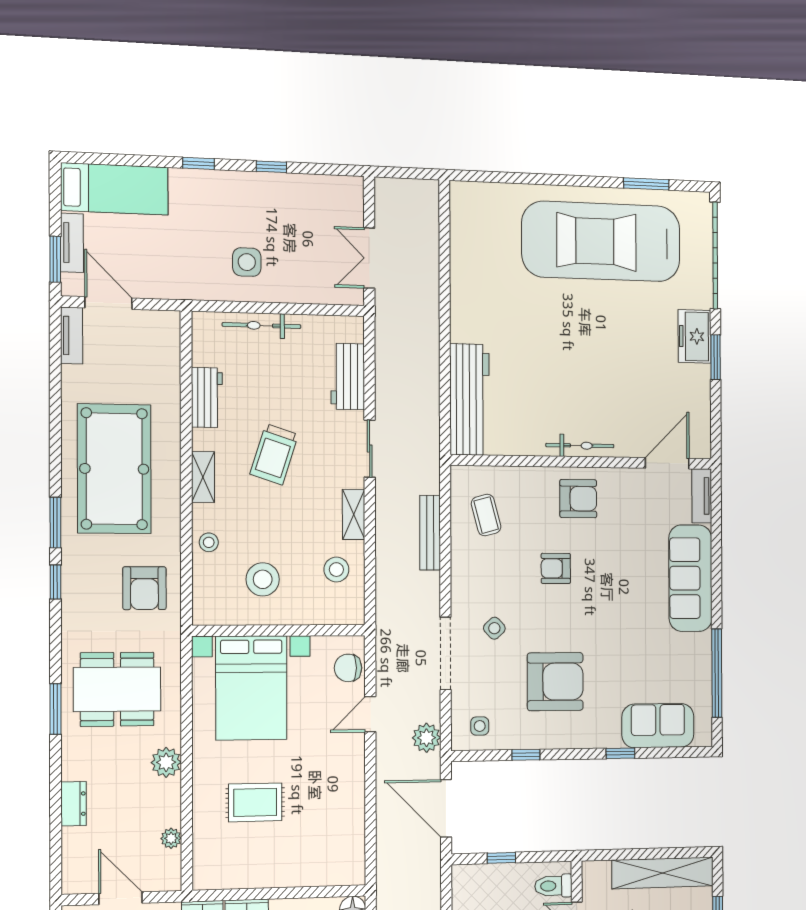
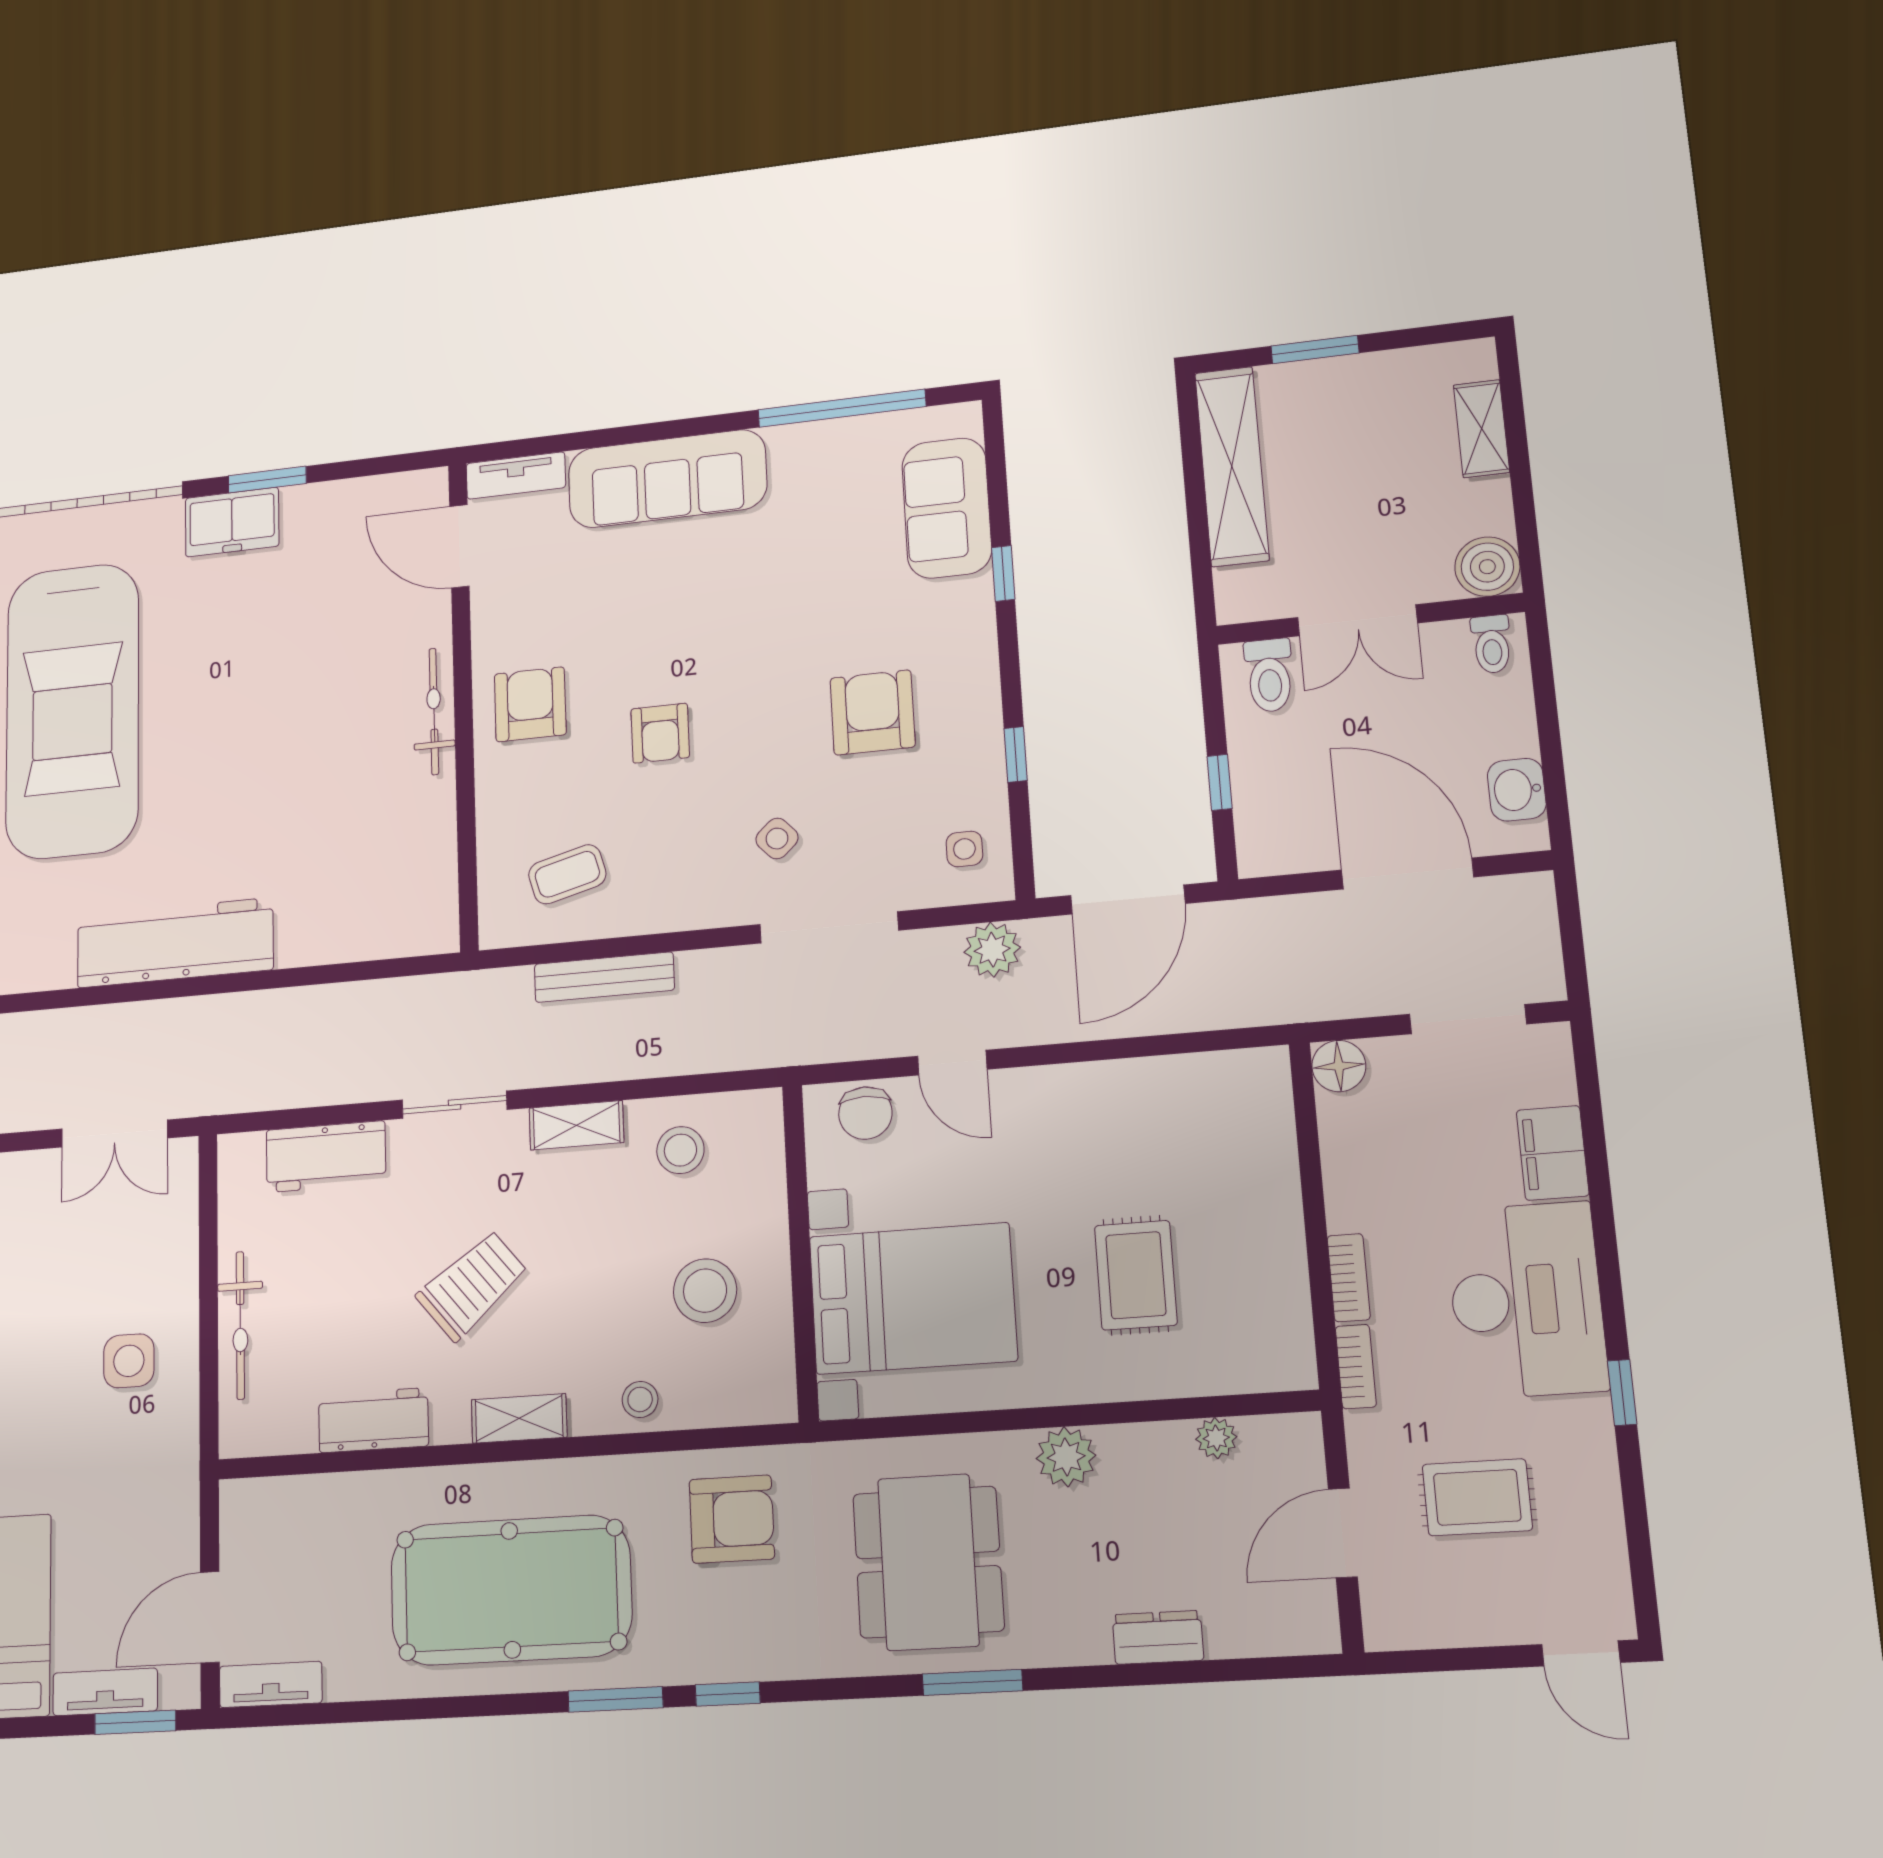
workbench: (469, 400) -> (175, 943), moved
trolley: (274, 454) -> (472, 1285), turned -57
armchair: (555, 682) -> (873, 712), width x0.73, depth x0.73

